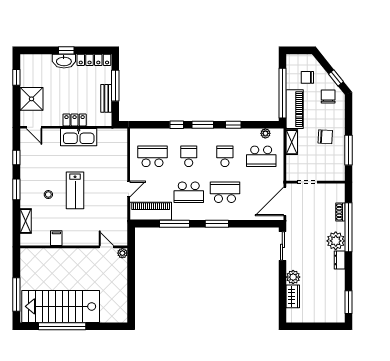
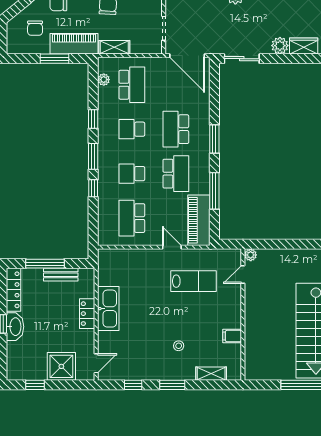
window: (282, 93) -> (54, 59), width x0.47
lab bench: (75, 190) -> (194, 281), moved

